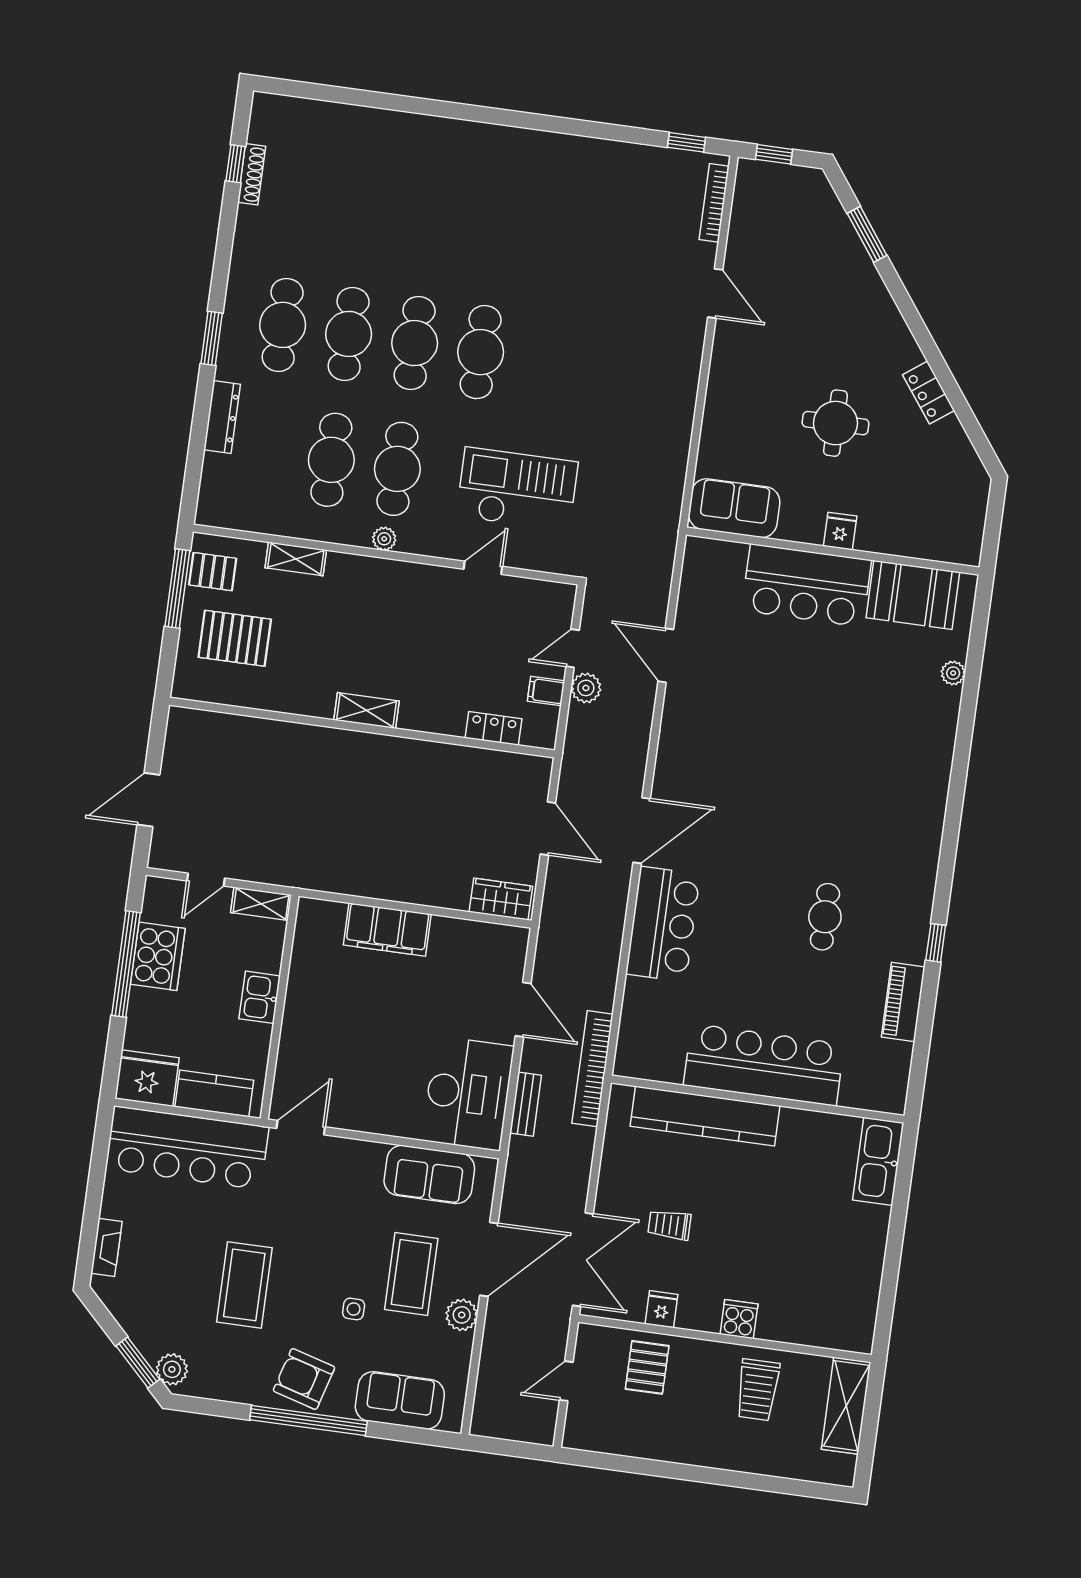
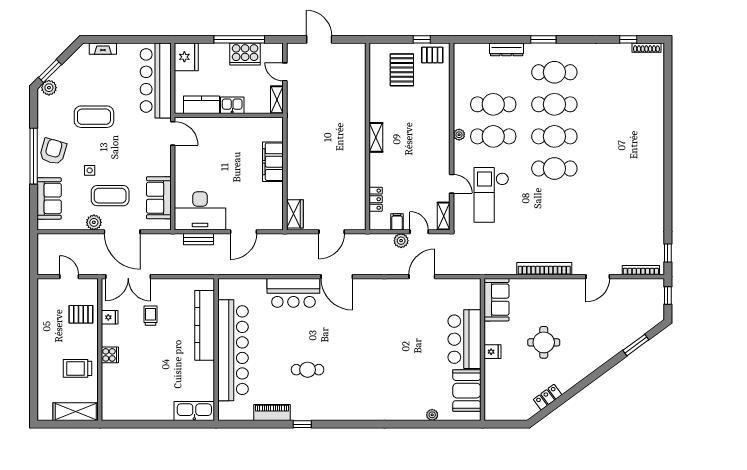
shoe rack: (252, 174) -> (646, 48), moved
locker: (929, 393) -> (548, 397), moved
checkout: (517, 489) -> (491, 195), turned 180
shelving: (296, 559) -> (444, 216), moved
pallet: (213, 572) -> (432, 55), turned 90
window: (177, 588) -> (422, 39), width x0.46
bar counter: (764, 1065) -> (233, 350), width x1.36
bookcase: (592, 1069) -> (544, 269), moved
kitchen counter: (214, 1093) -> (201, 105), moved, turned -90

